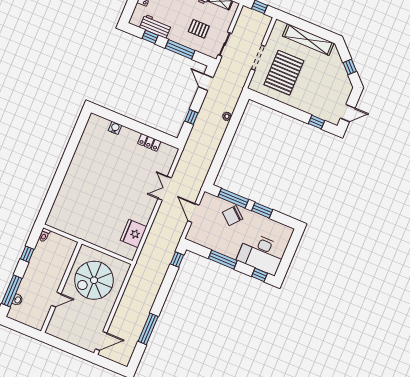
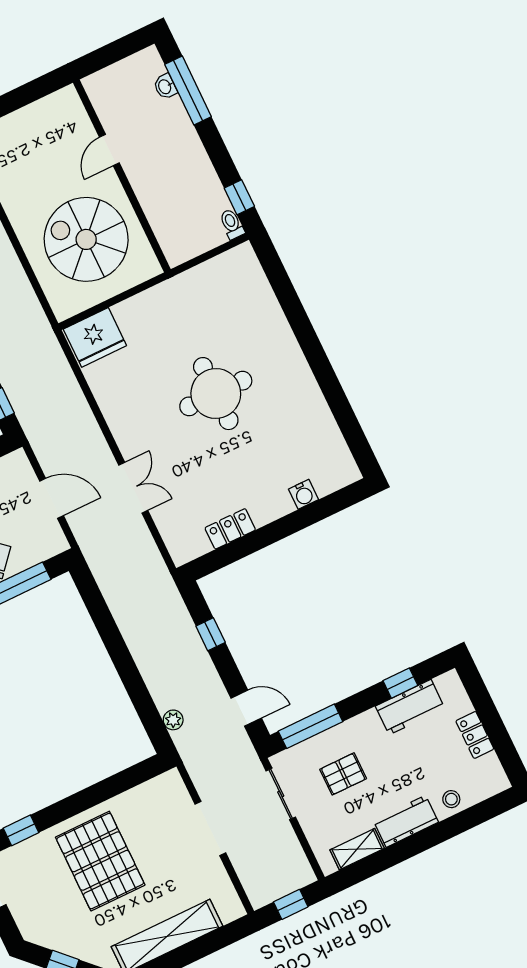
window: (180, 49) -> (311, 726), moved
pallet: (284, 73) -> (100, 861), moved
plant: (227, 116) -> (173, 720), moved
round table: (107, 189) -> (216, 394), added
fridge: (134, 233) -> (95, 337), moved, turned 90
window: (27, 254) -> (239, 197), moved
spiral stairs: (94, 280) -> (86, 239), turned -90

